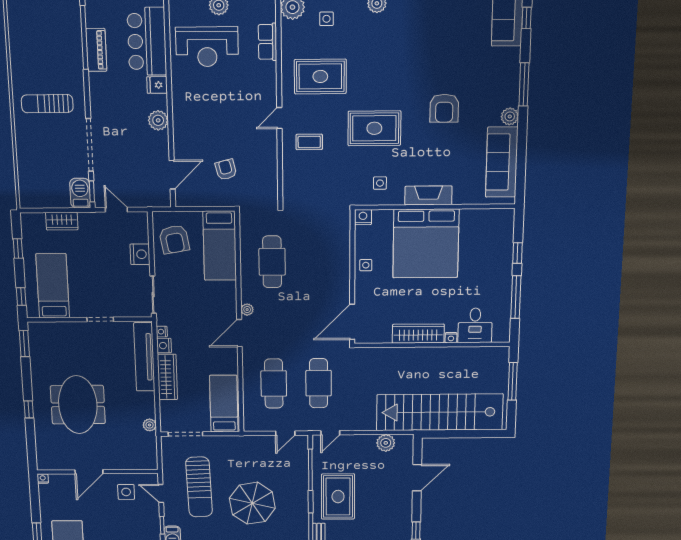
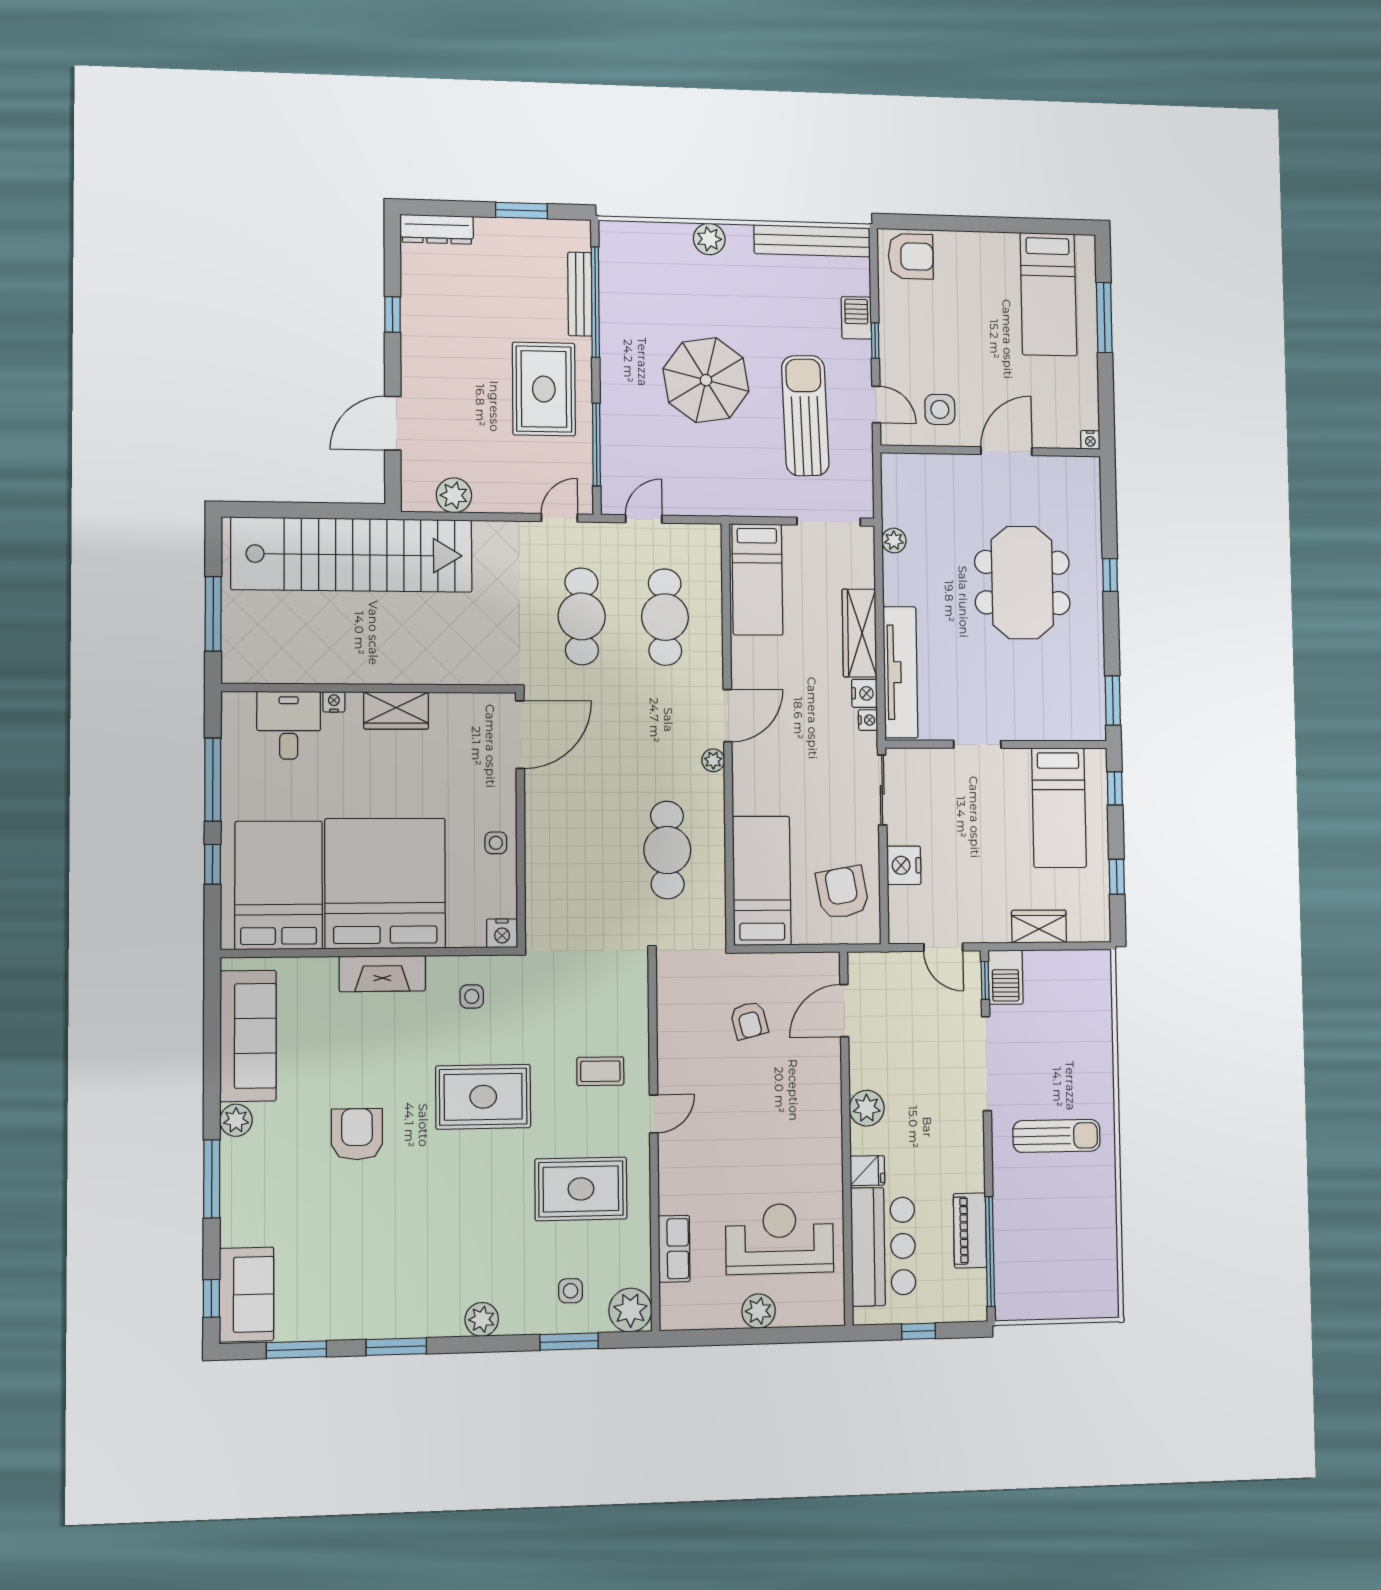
bed: (483, 242) -> (279, 885), added
wardrobe: (418, 334) -> (396, 711), width x0.67

